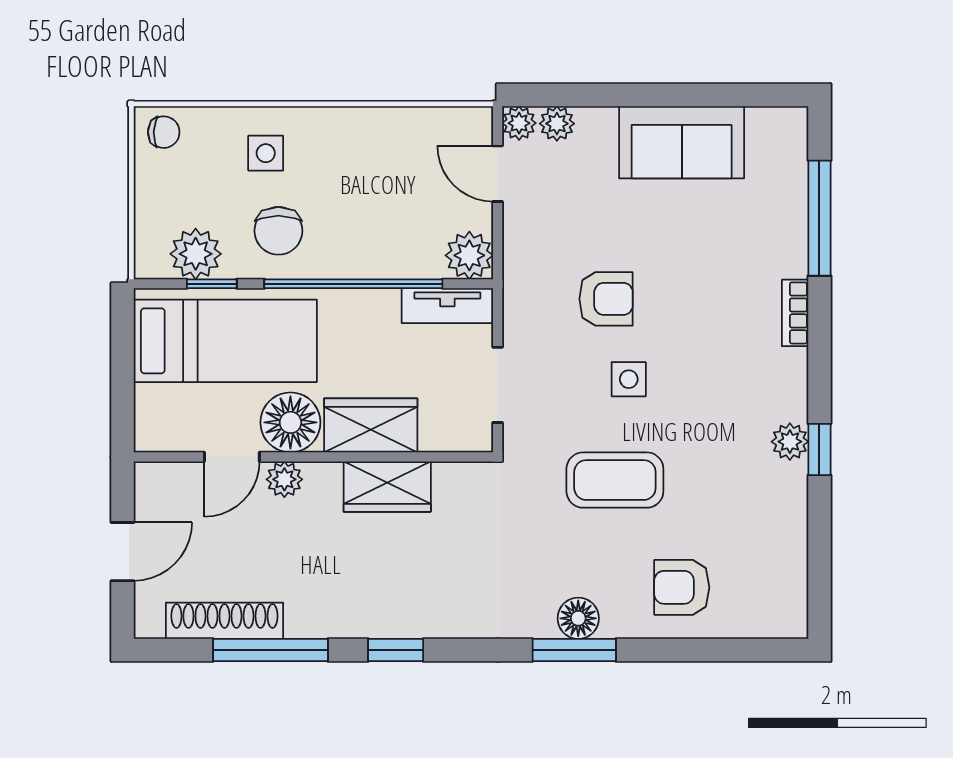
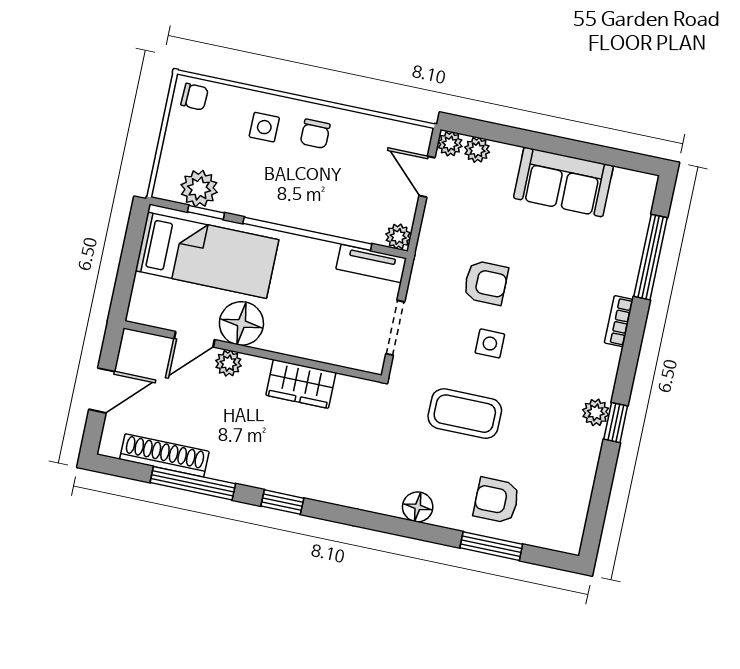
chair: (278, 231) -> (315, 134), moved, width x0.73, depth x0.73
plant: (469, 255) -> (398, 237), width x0.73, depth x0.73
wardrobe: (371, 425) -> (298, 338), removed
window: (574, 650) -> (491, 546), moved

